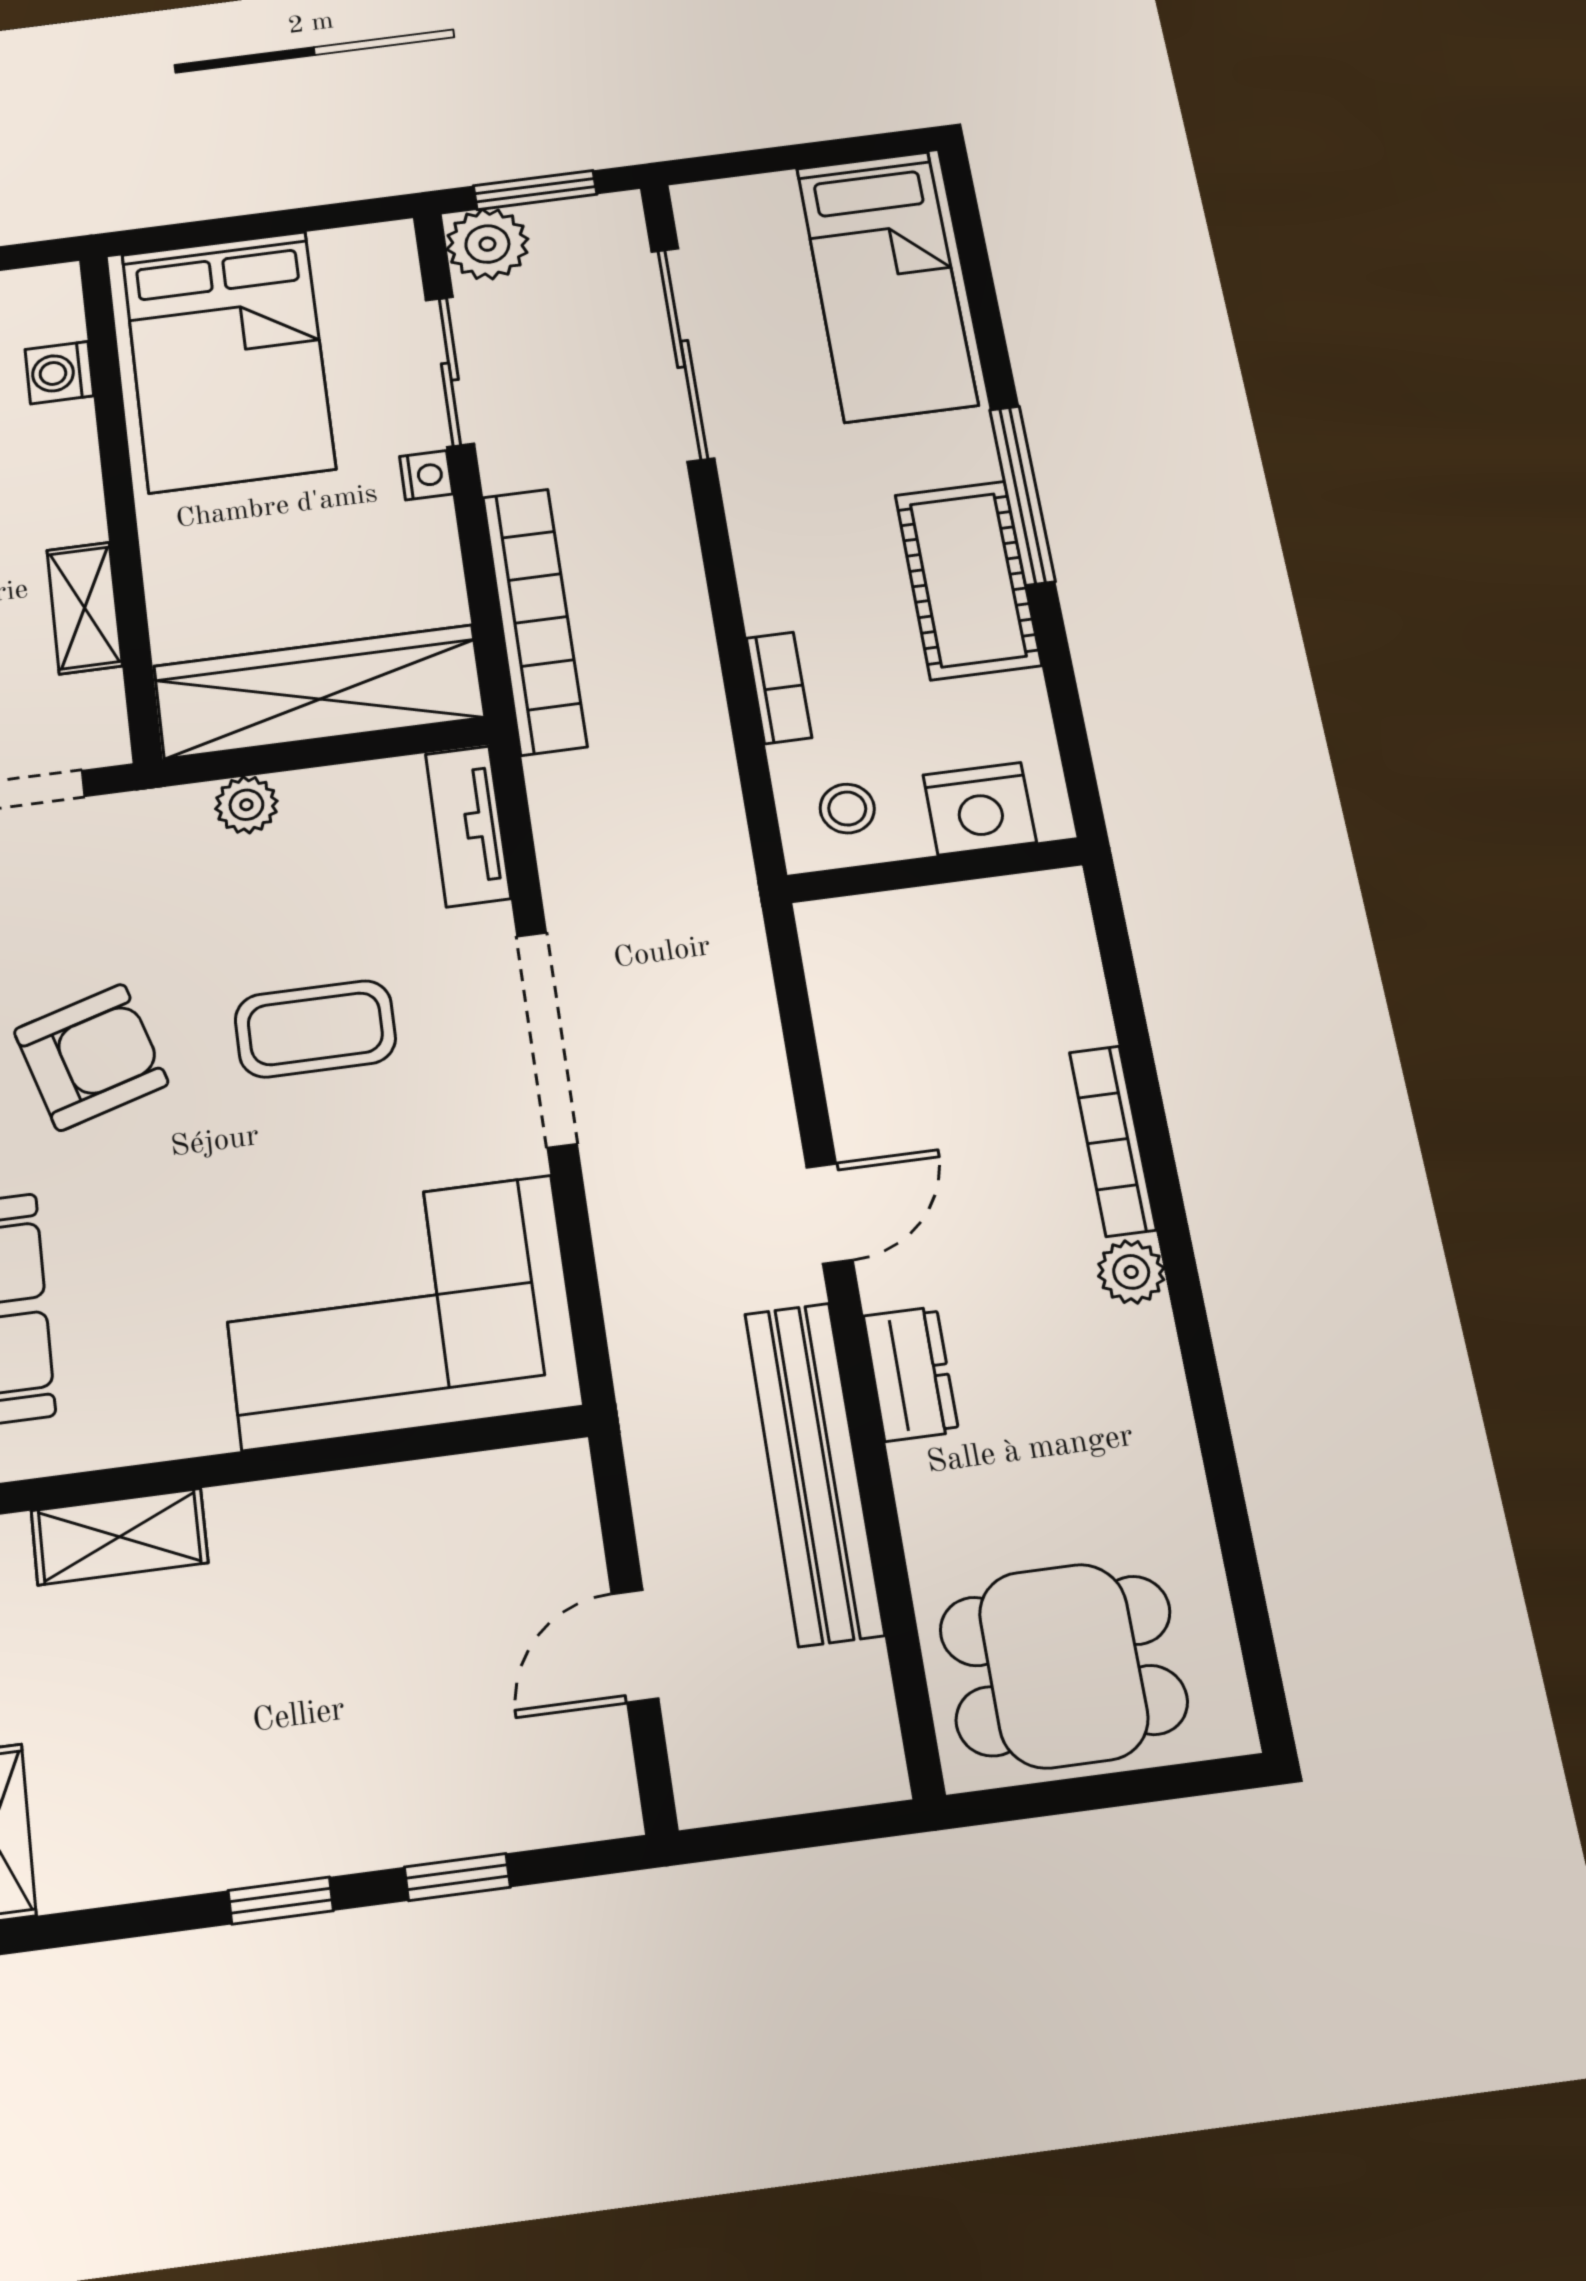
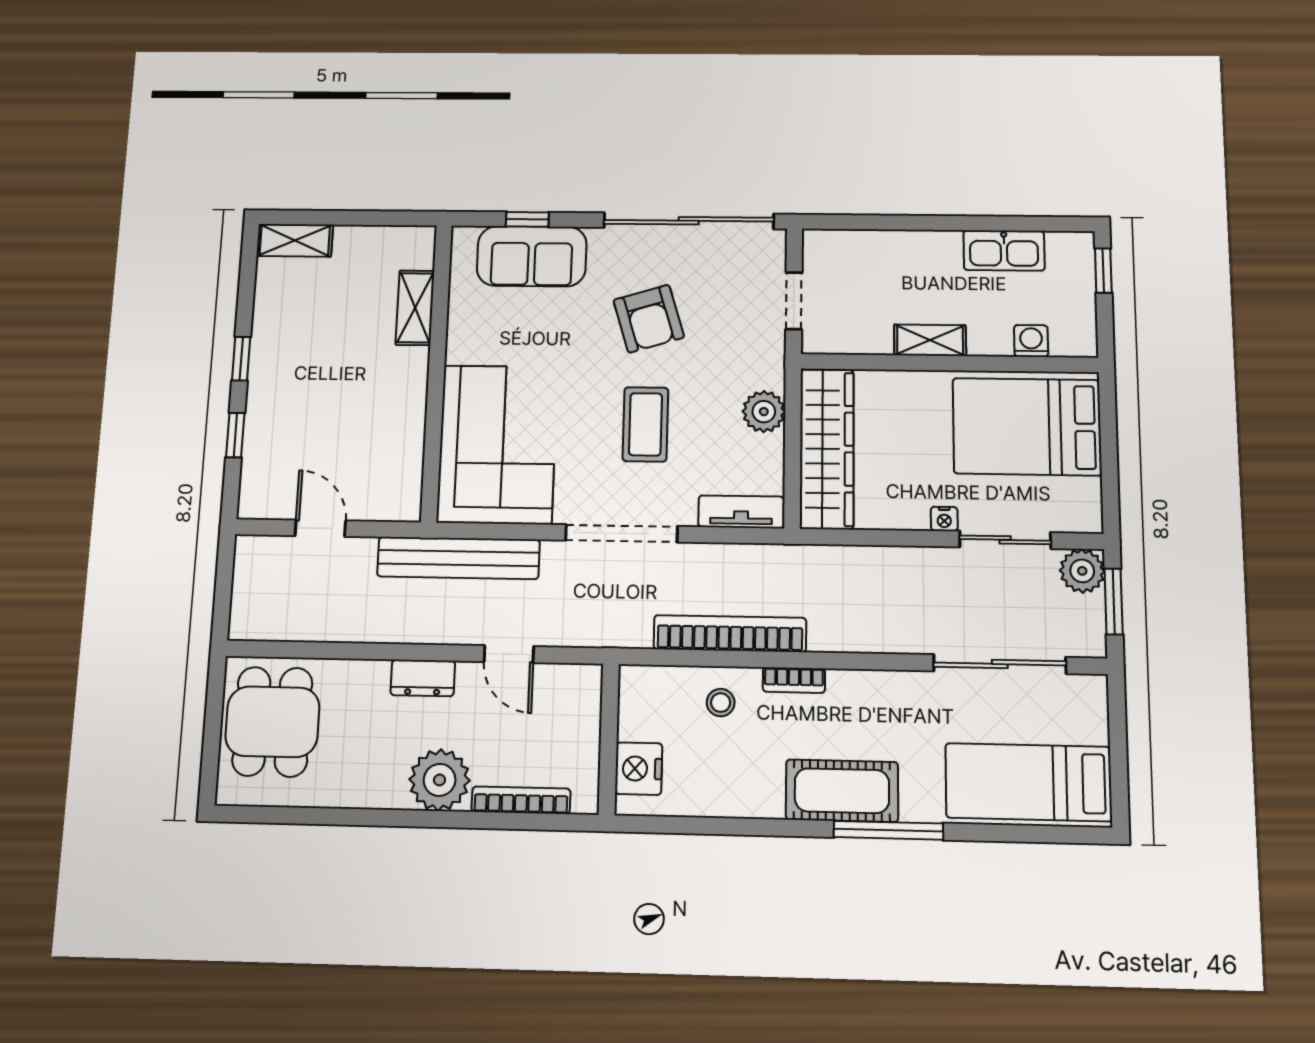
shelving: (84, 608) -> (930, 340), moved
bookcase: (535, 621) -> (730, 634), moved, turned 180
plant: (246, 805) -> (764, 412), width x1.38, depth x1.38
nightstand: (980, 809) -> (639, 769), moved
wall: (935, 870) -> (609, 739), moved
plant: (1131, 1272) -> (440, 780), width x1.88, depth x1.88
bench: (814, 1473) -> (458, 558), moved

